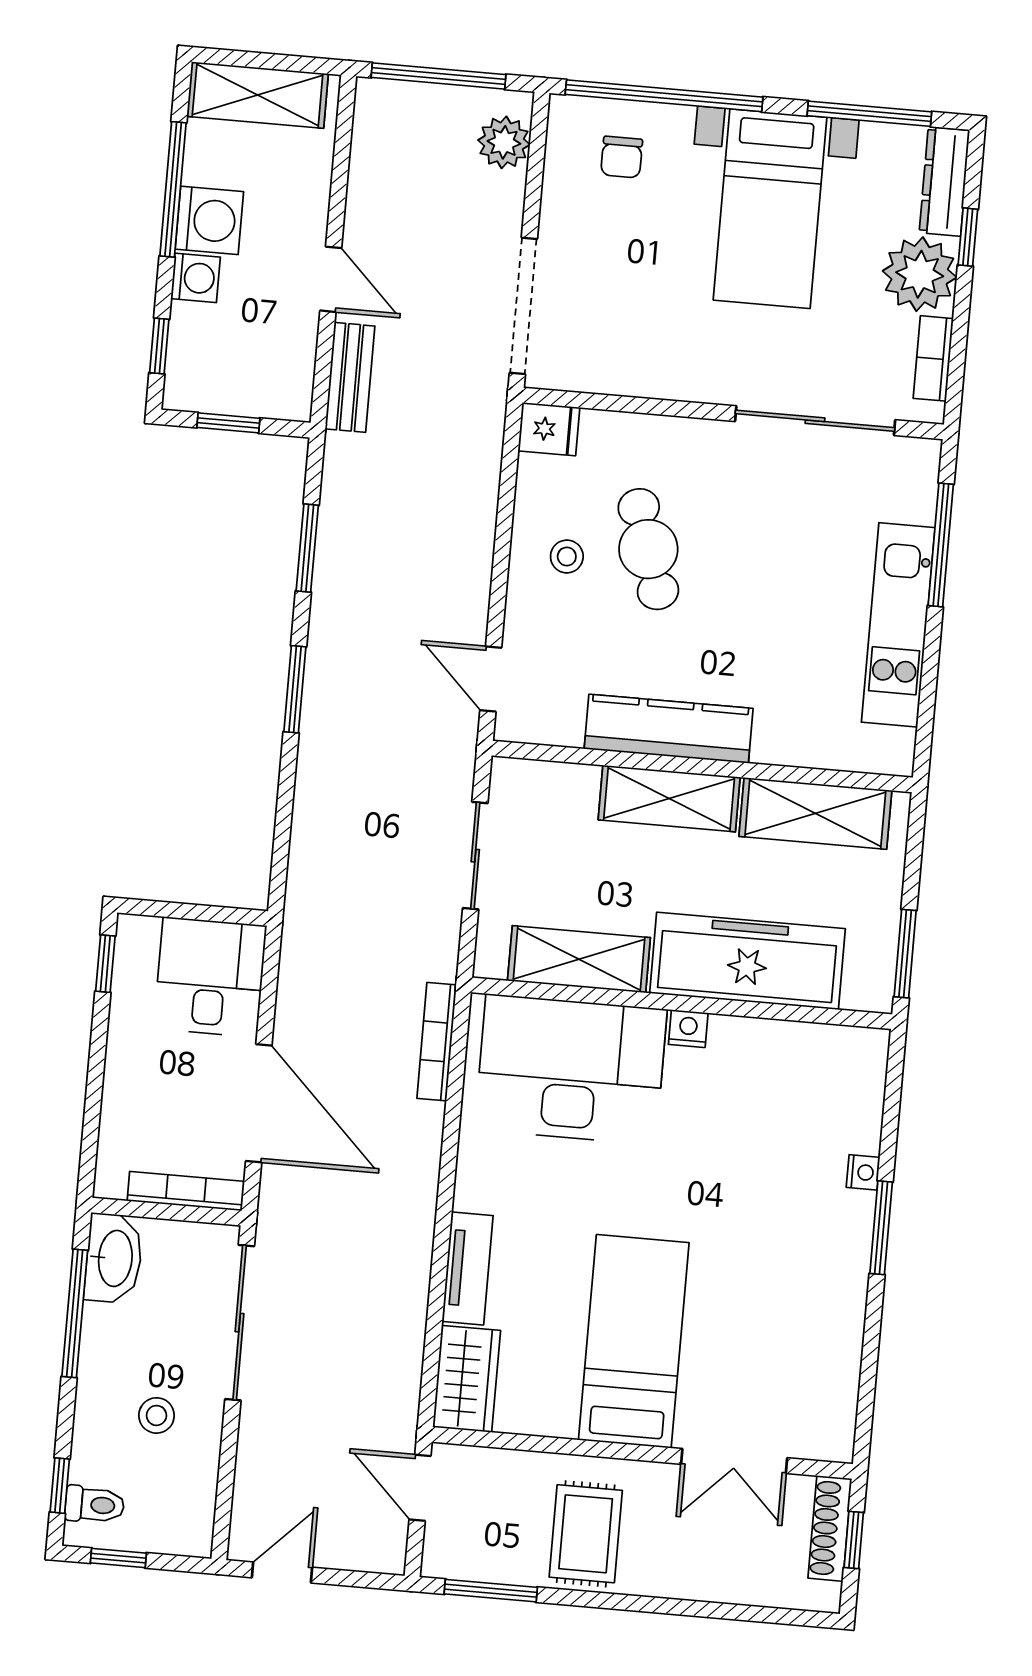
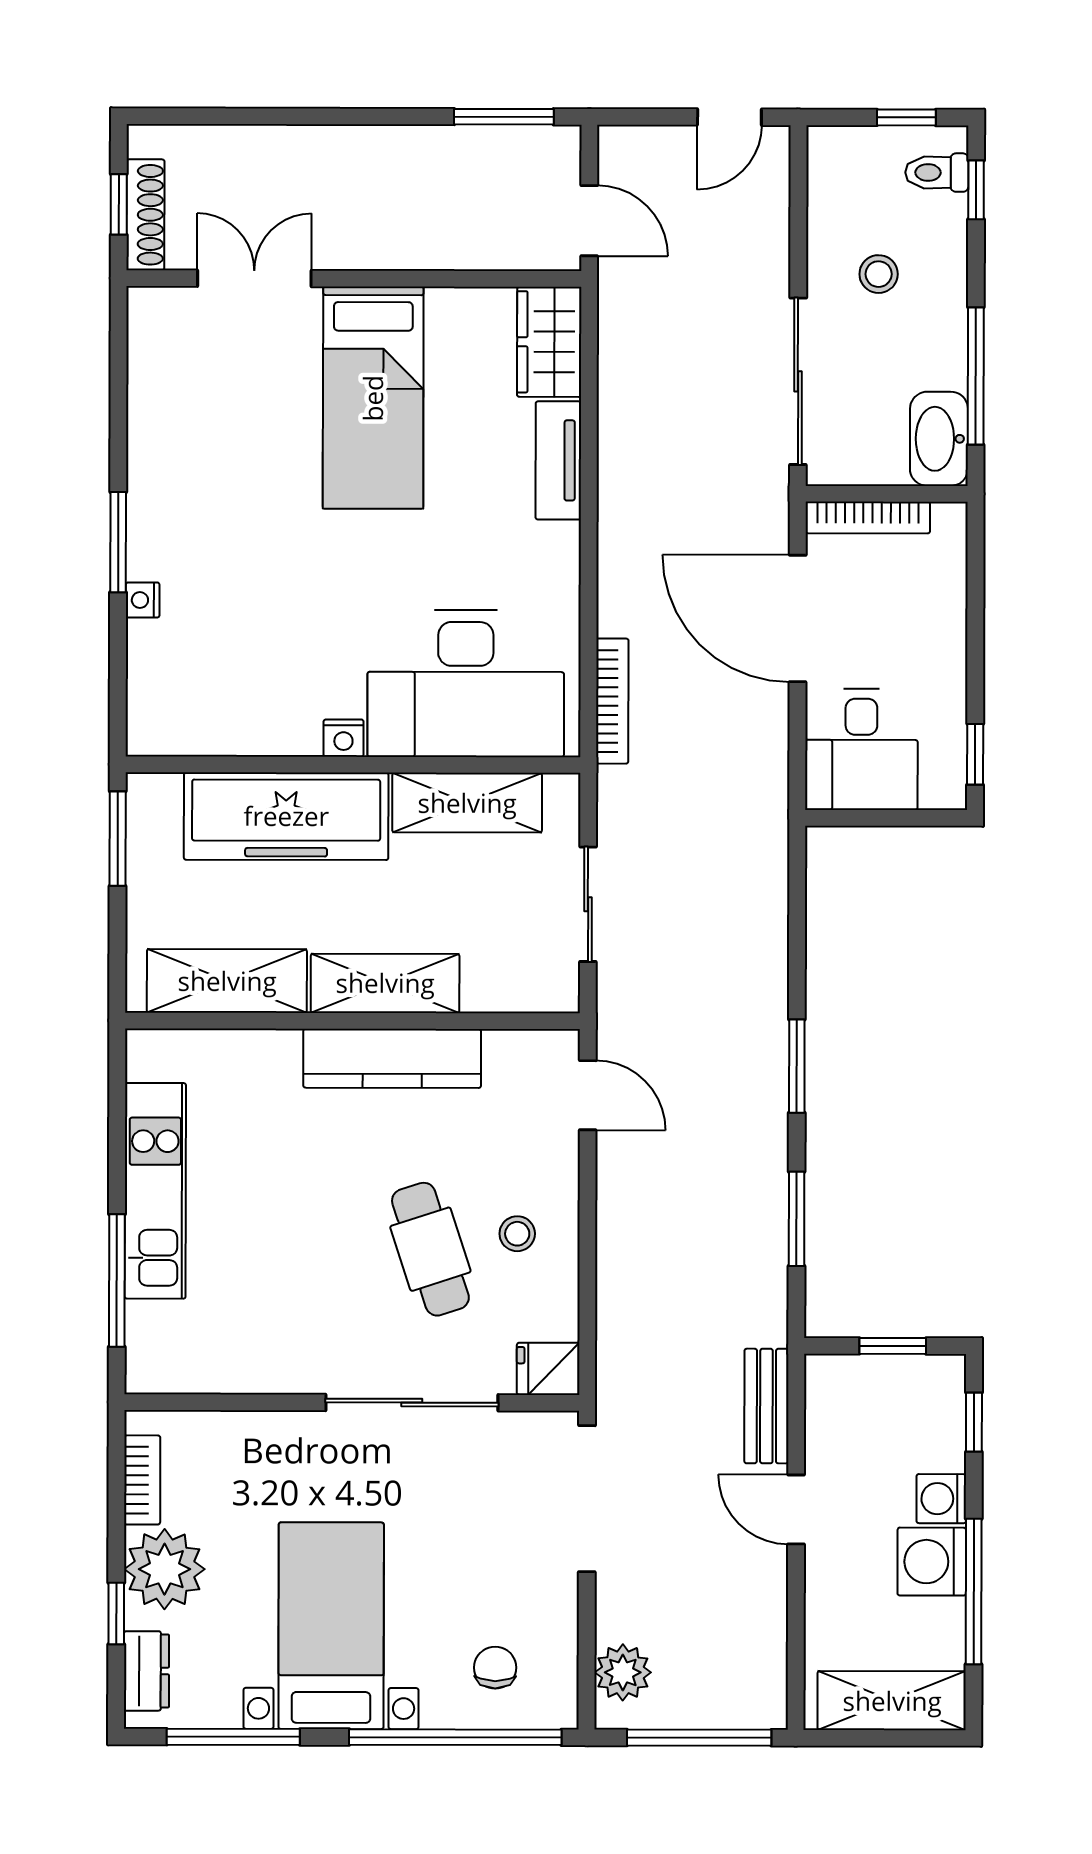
dresser: (944, 181) -> (146, 1671), width x0.70
sliding door: (815, 421) -> (412, 1403), moved
rug: (586, 1534) -> (407, 187), removed

